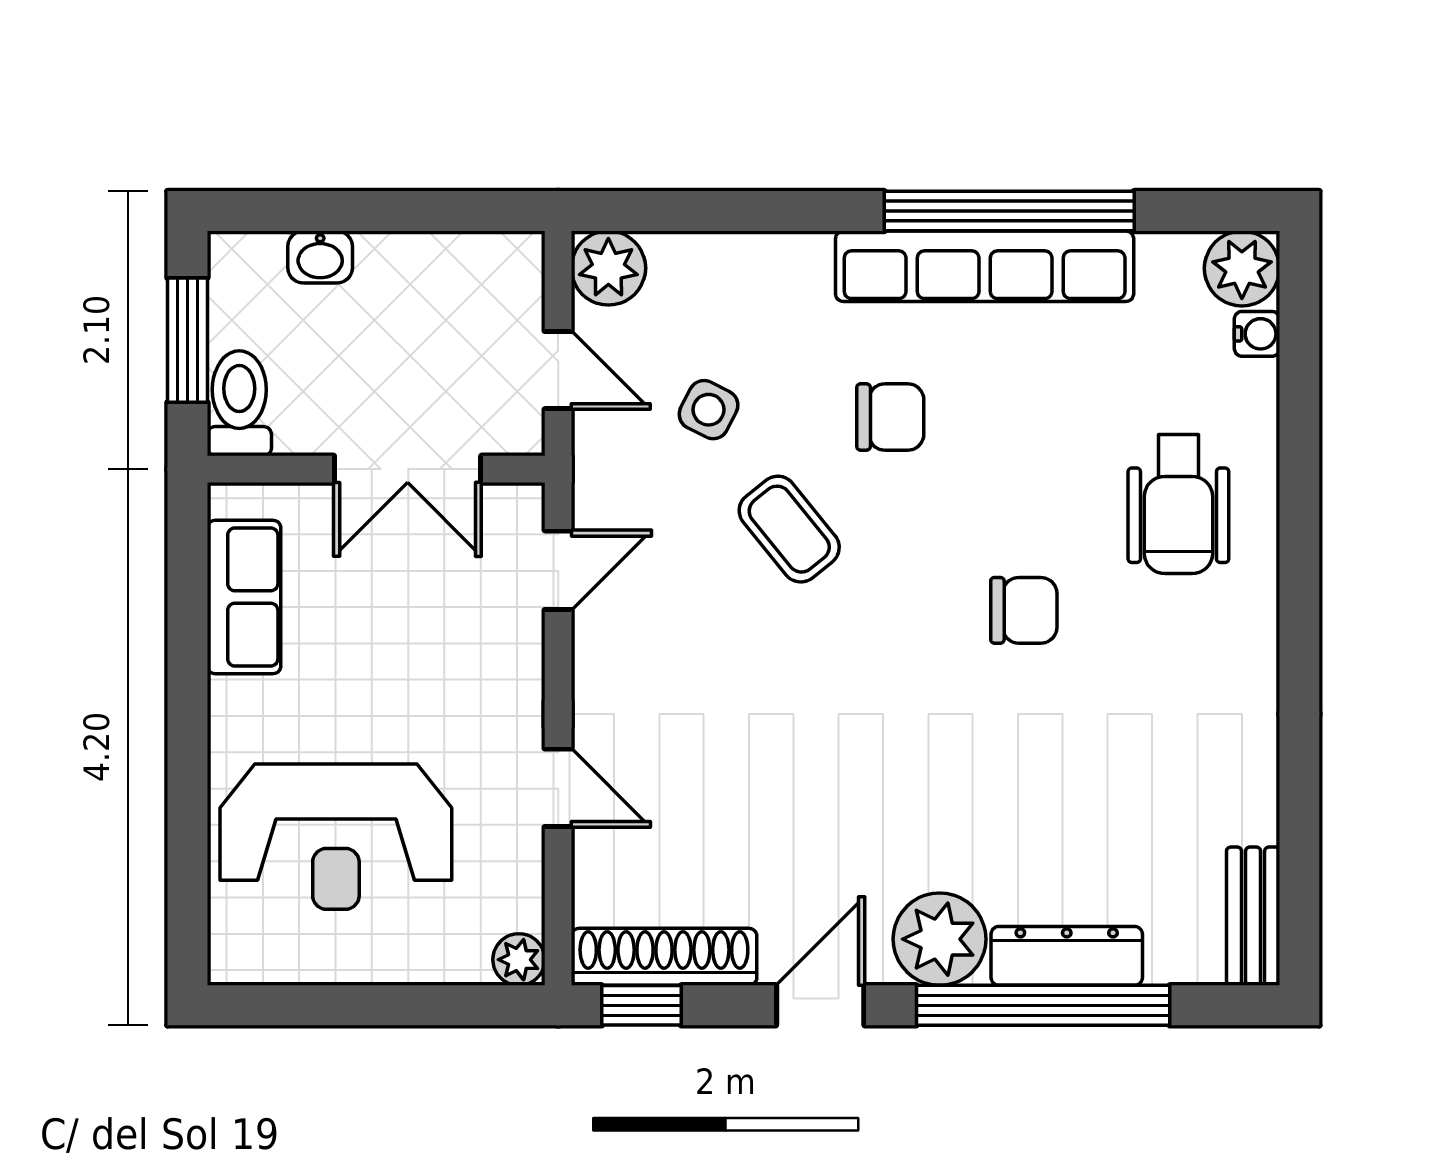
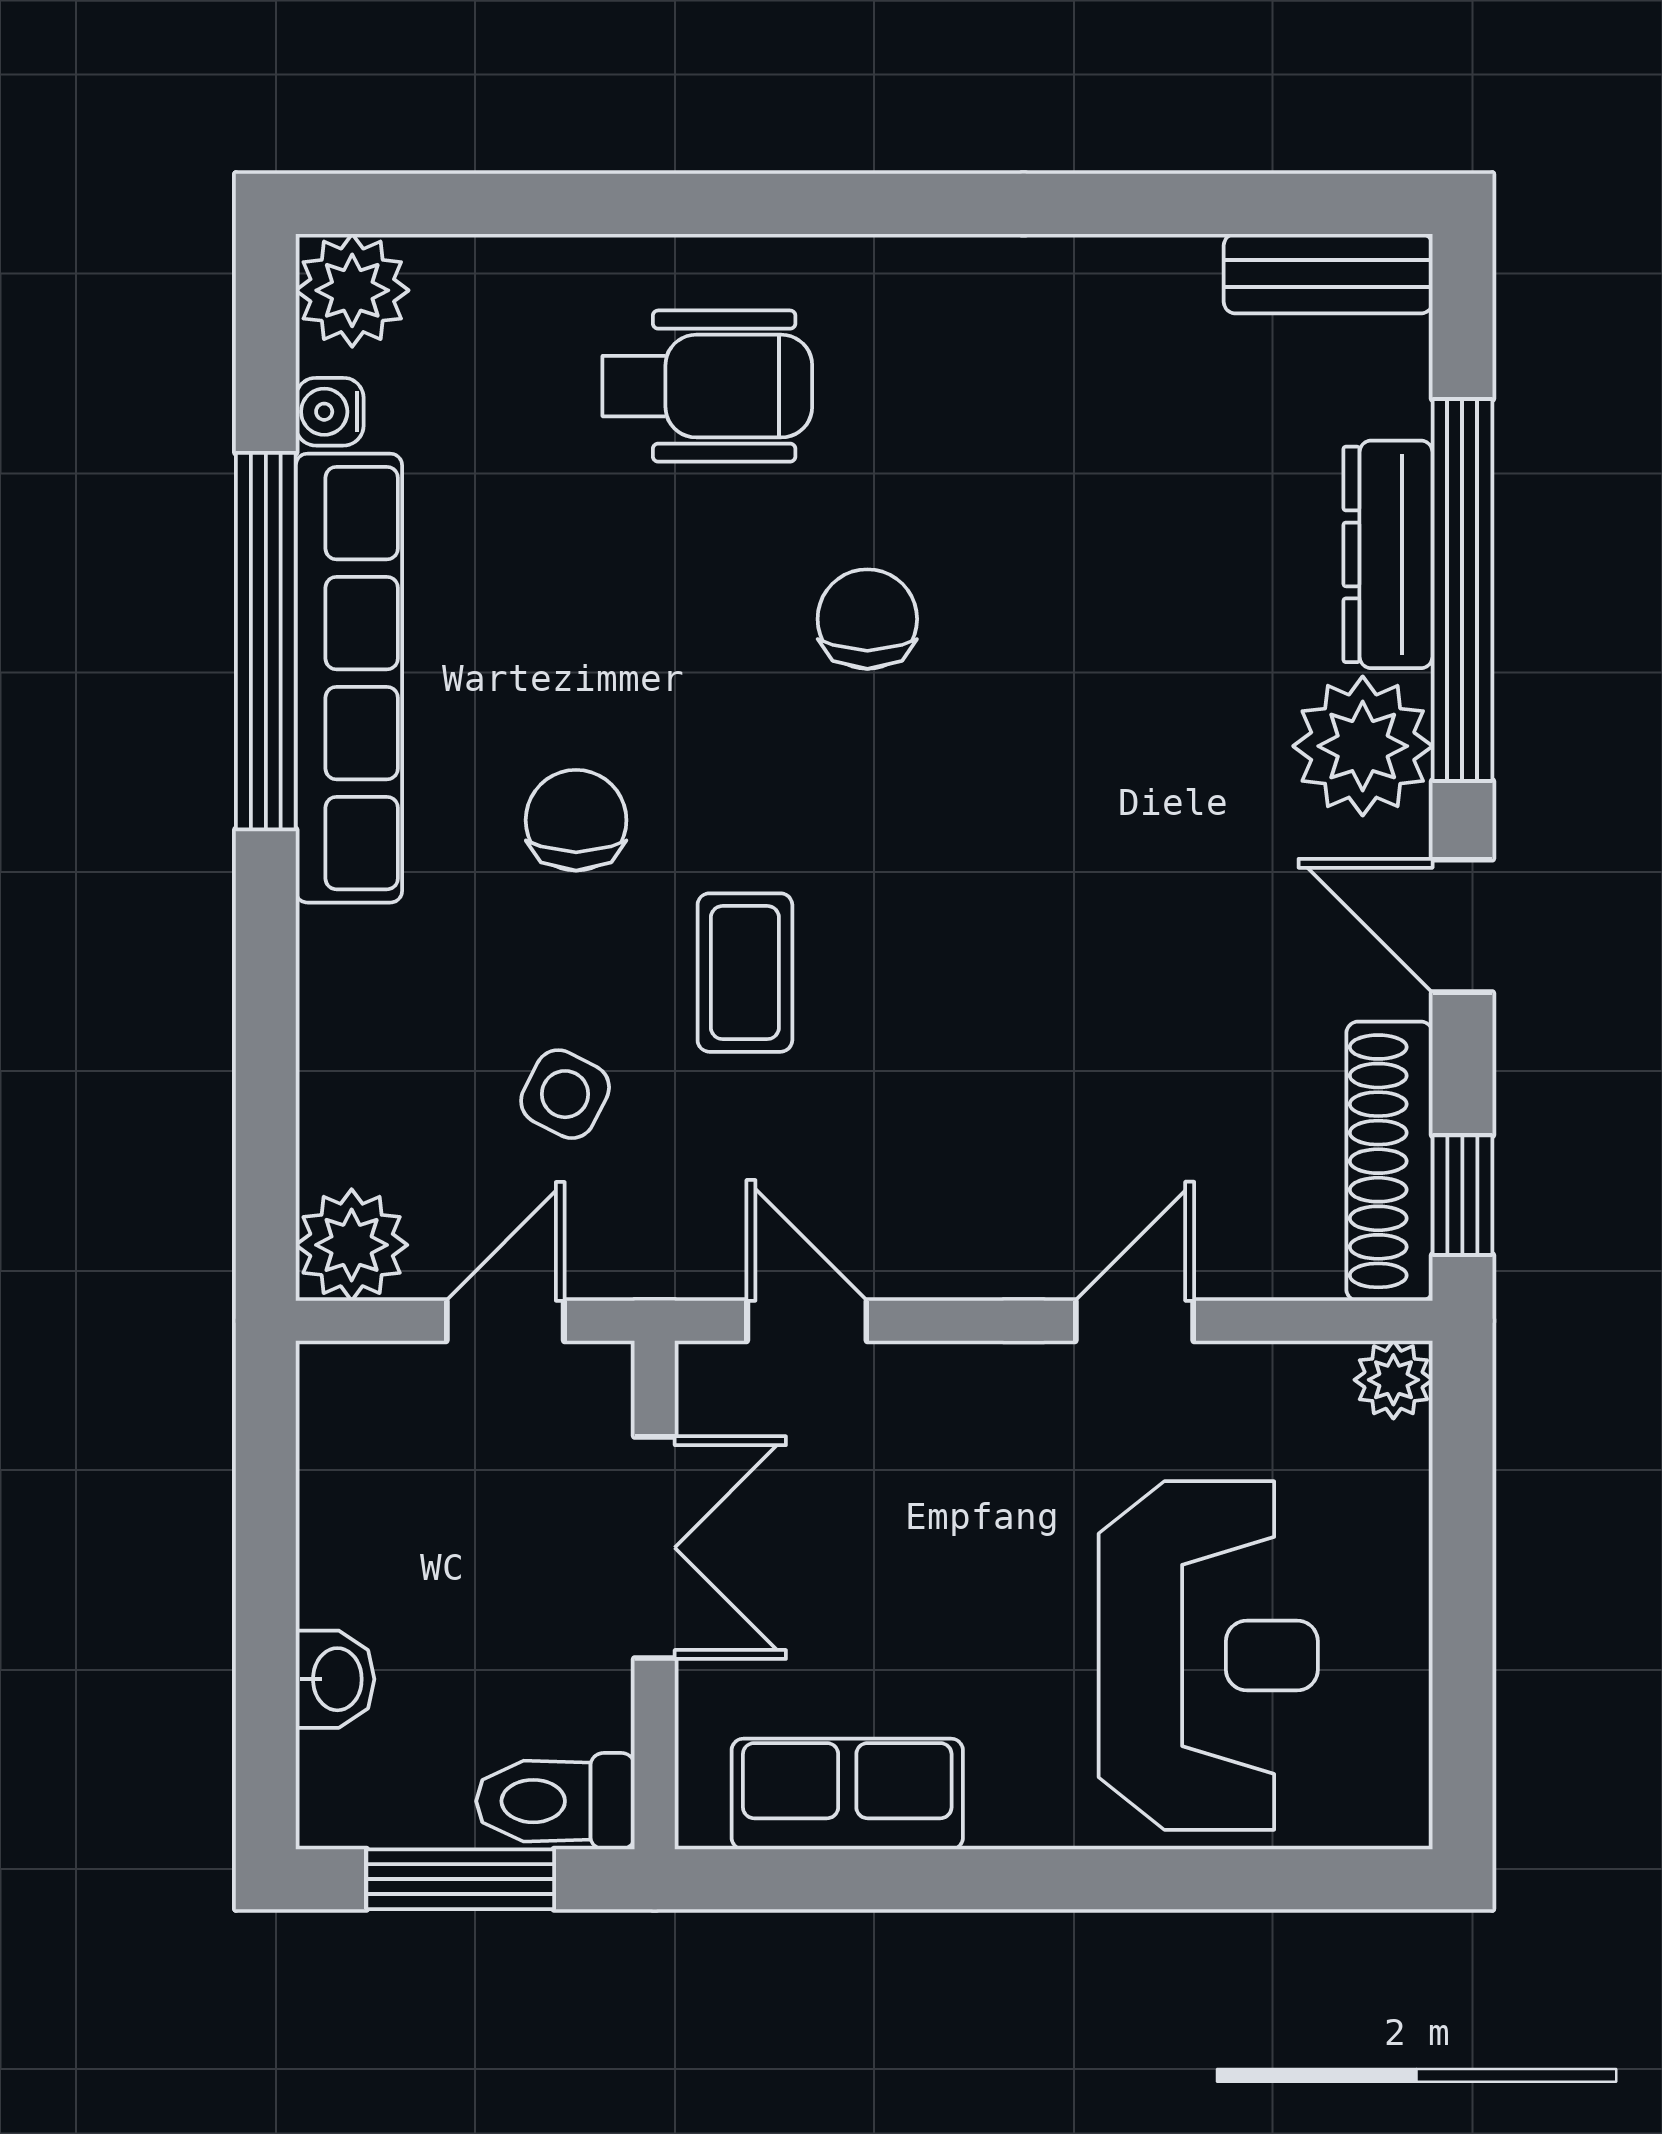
water cooler: (1257, 334) -> (330, 412), moved, turned -90
coffee table: (789, 529) -> (745, 973), turned -51

